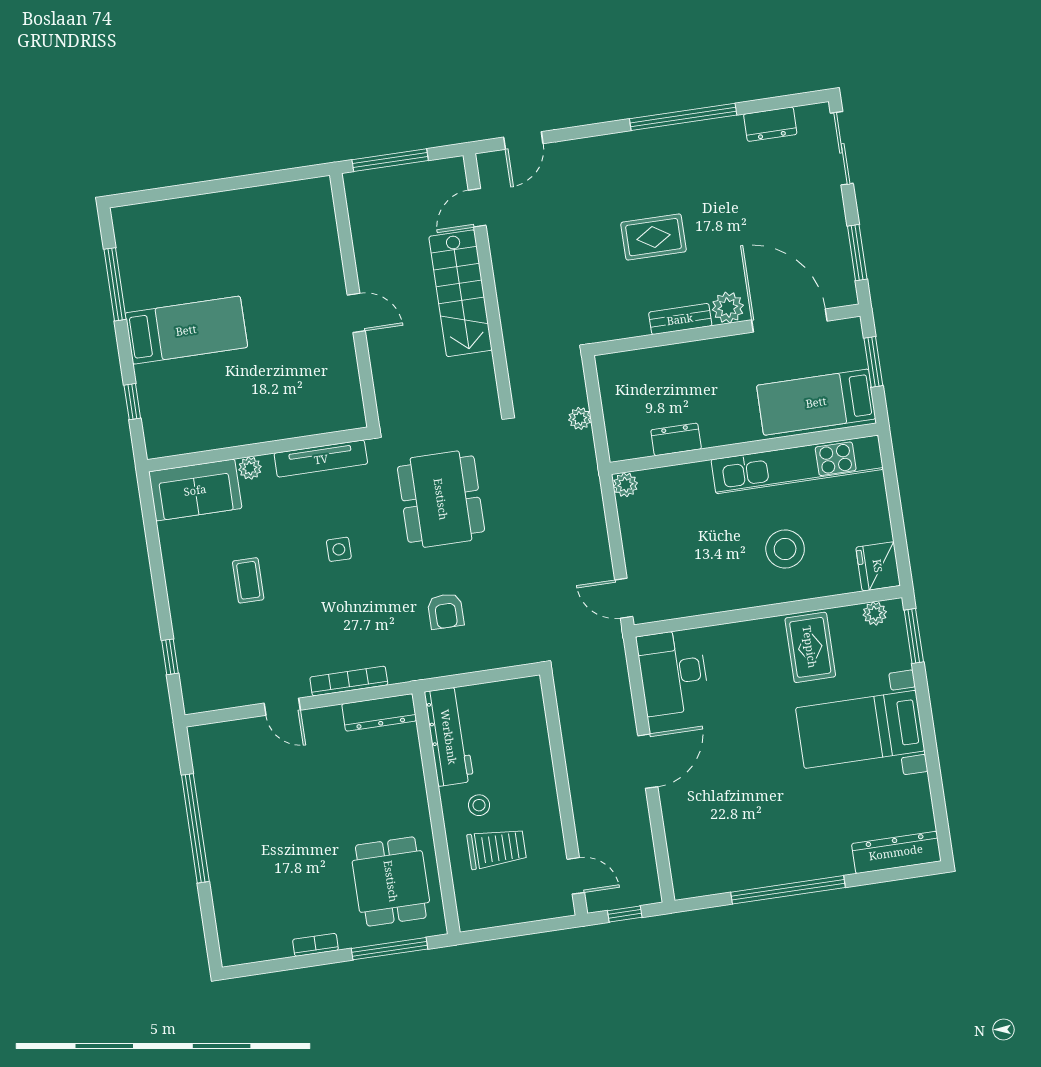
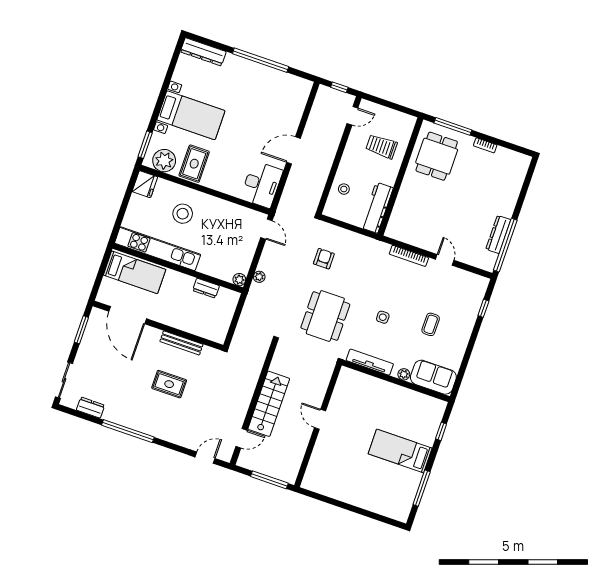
plant: (728, 308) -> (152, 335), removed
bench: (680, 319) -> (181, 343), width x1.36
window: (873, 362) -> (100, 277), removed
plant: (580, 418) -> (259, 277), moved
armchair: (446, 611) -> (324, 259), moved
plant: (875, 613) -> (164, 161), width x1.88, depth x1.88
dresser: (379, 712) -> (498, 234), moved, turned -90
stool: (479, 805) -> (344, 189), moved
window: (195, 828) -> (505, 245), moved
door: (576, 876) -> (352, 116), swing flipped

